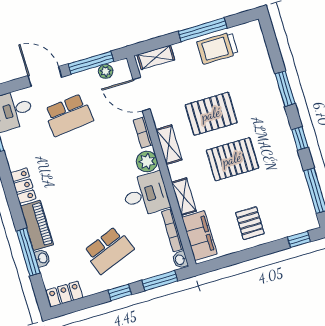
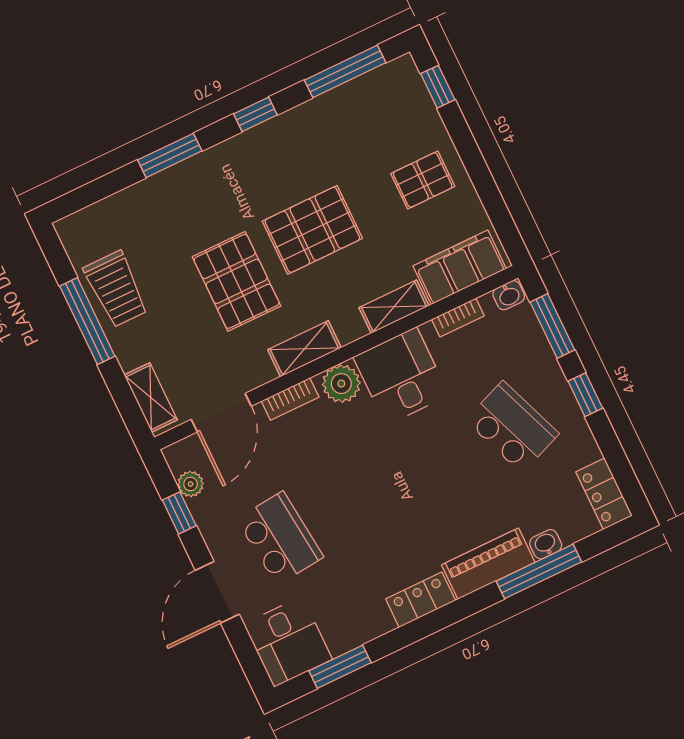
window: (91, 63) -> (179, 513), width x0.46
pallet: (232, 159) -> (312, 230), turned 90
bookcase: (172, 230) -> (458, 318), width x0.64

